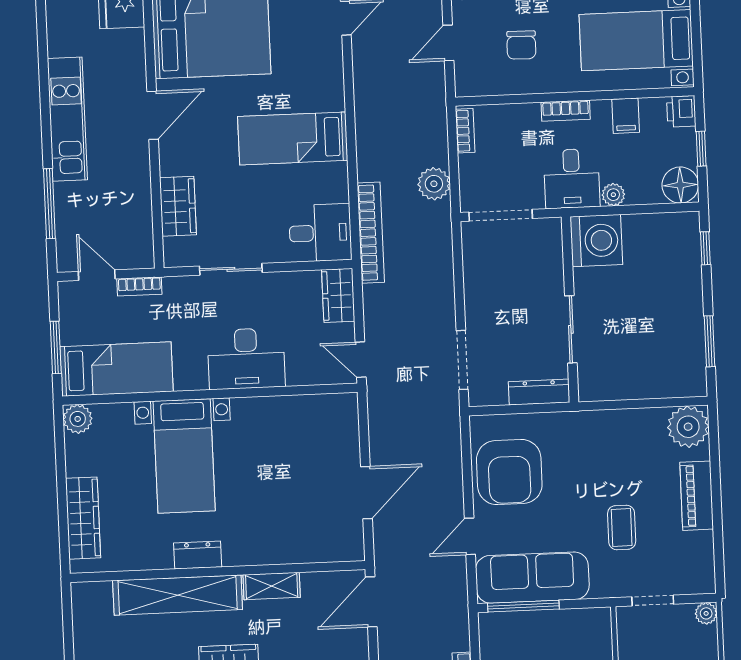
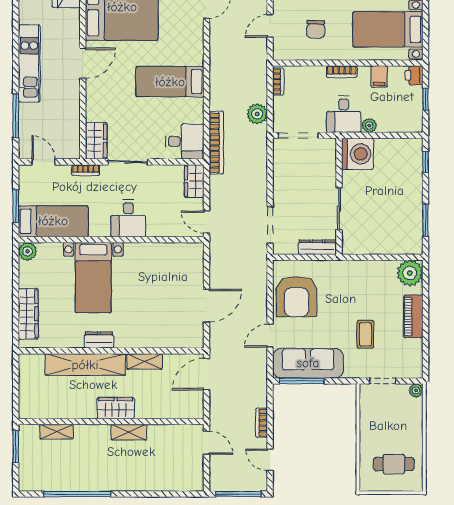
floor lamp: (680, 185) -> (411, 121), removed
wardrobe: (178, 206) -> (96, 141), moved
bookcase: (139, 286) -> (86, 170), moved
desk: (246, 359) -> (128, 218), width x0.73

